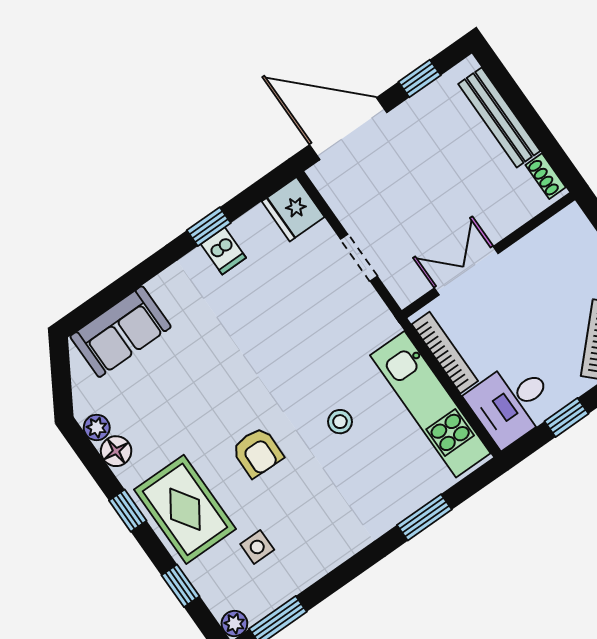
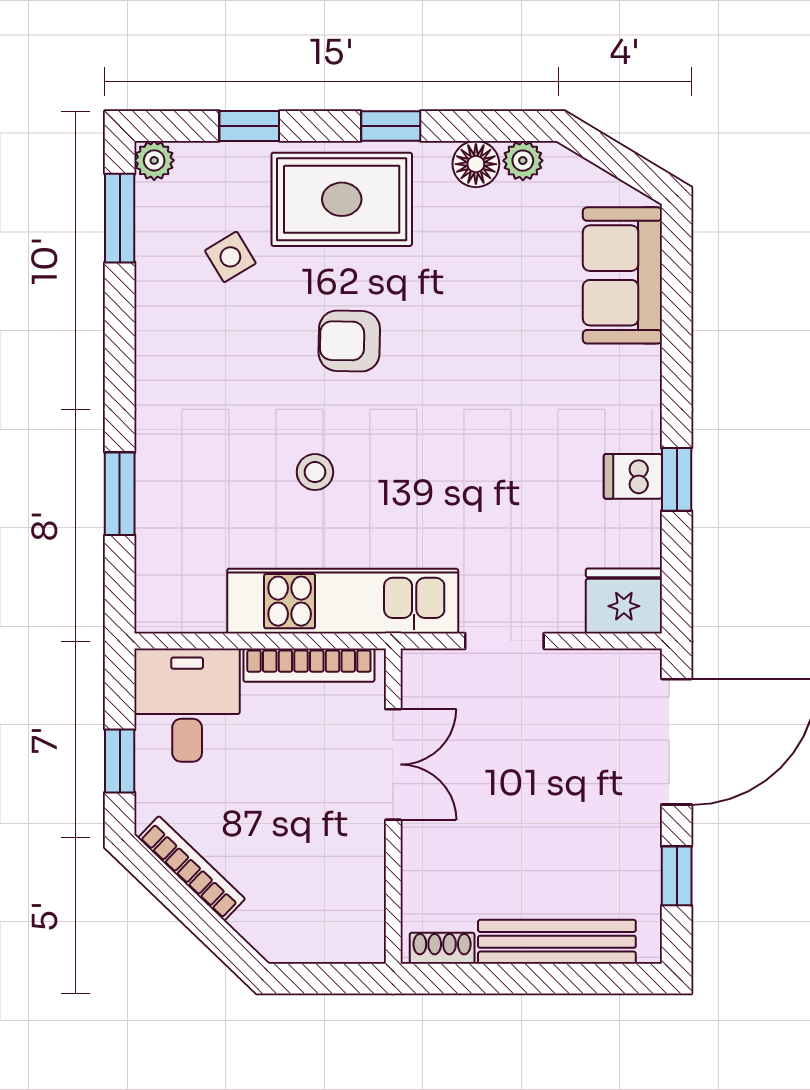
kitchen unit: (430, 404) -> (343, 601), moved
side table: (257, 547) -> (230, 257), turned -31

